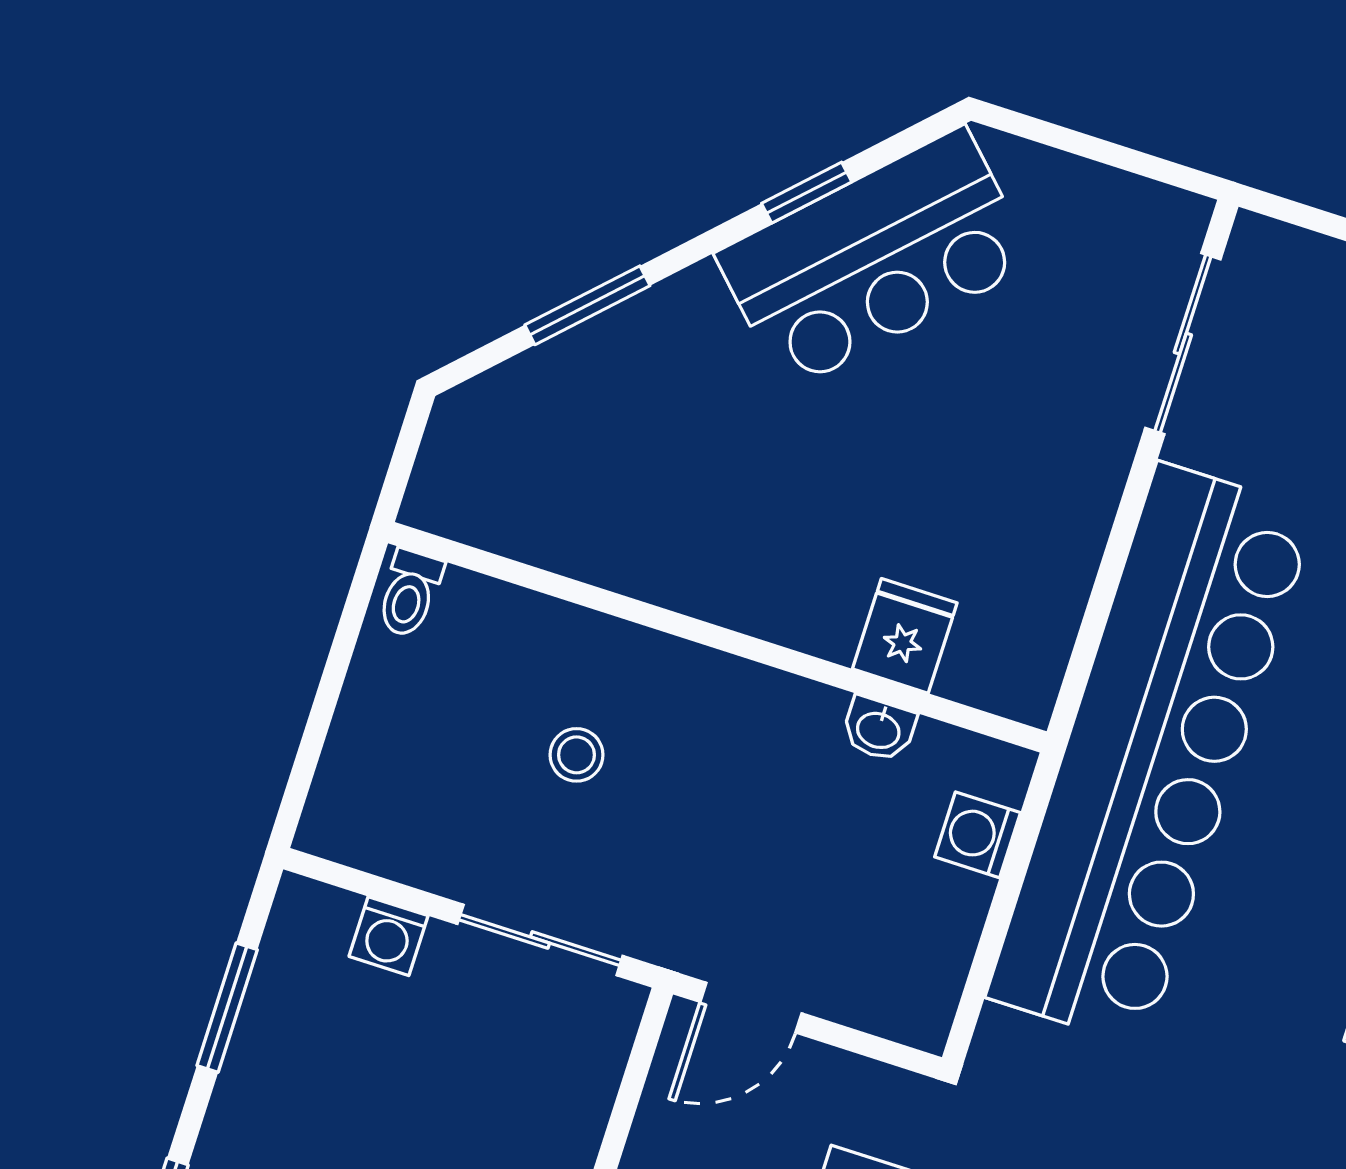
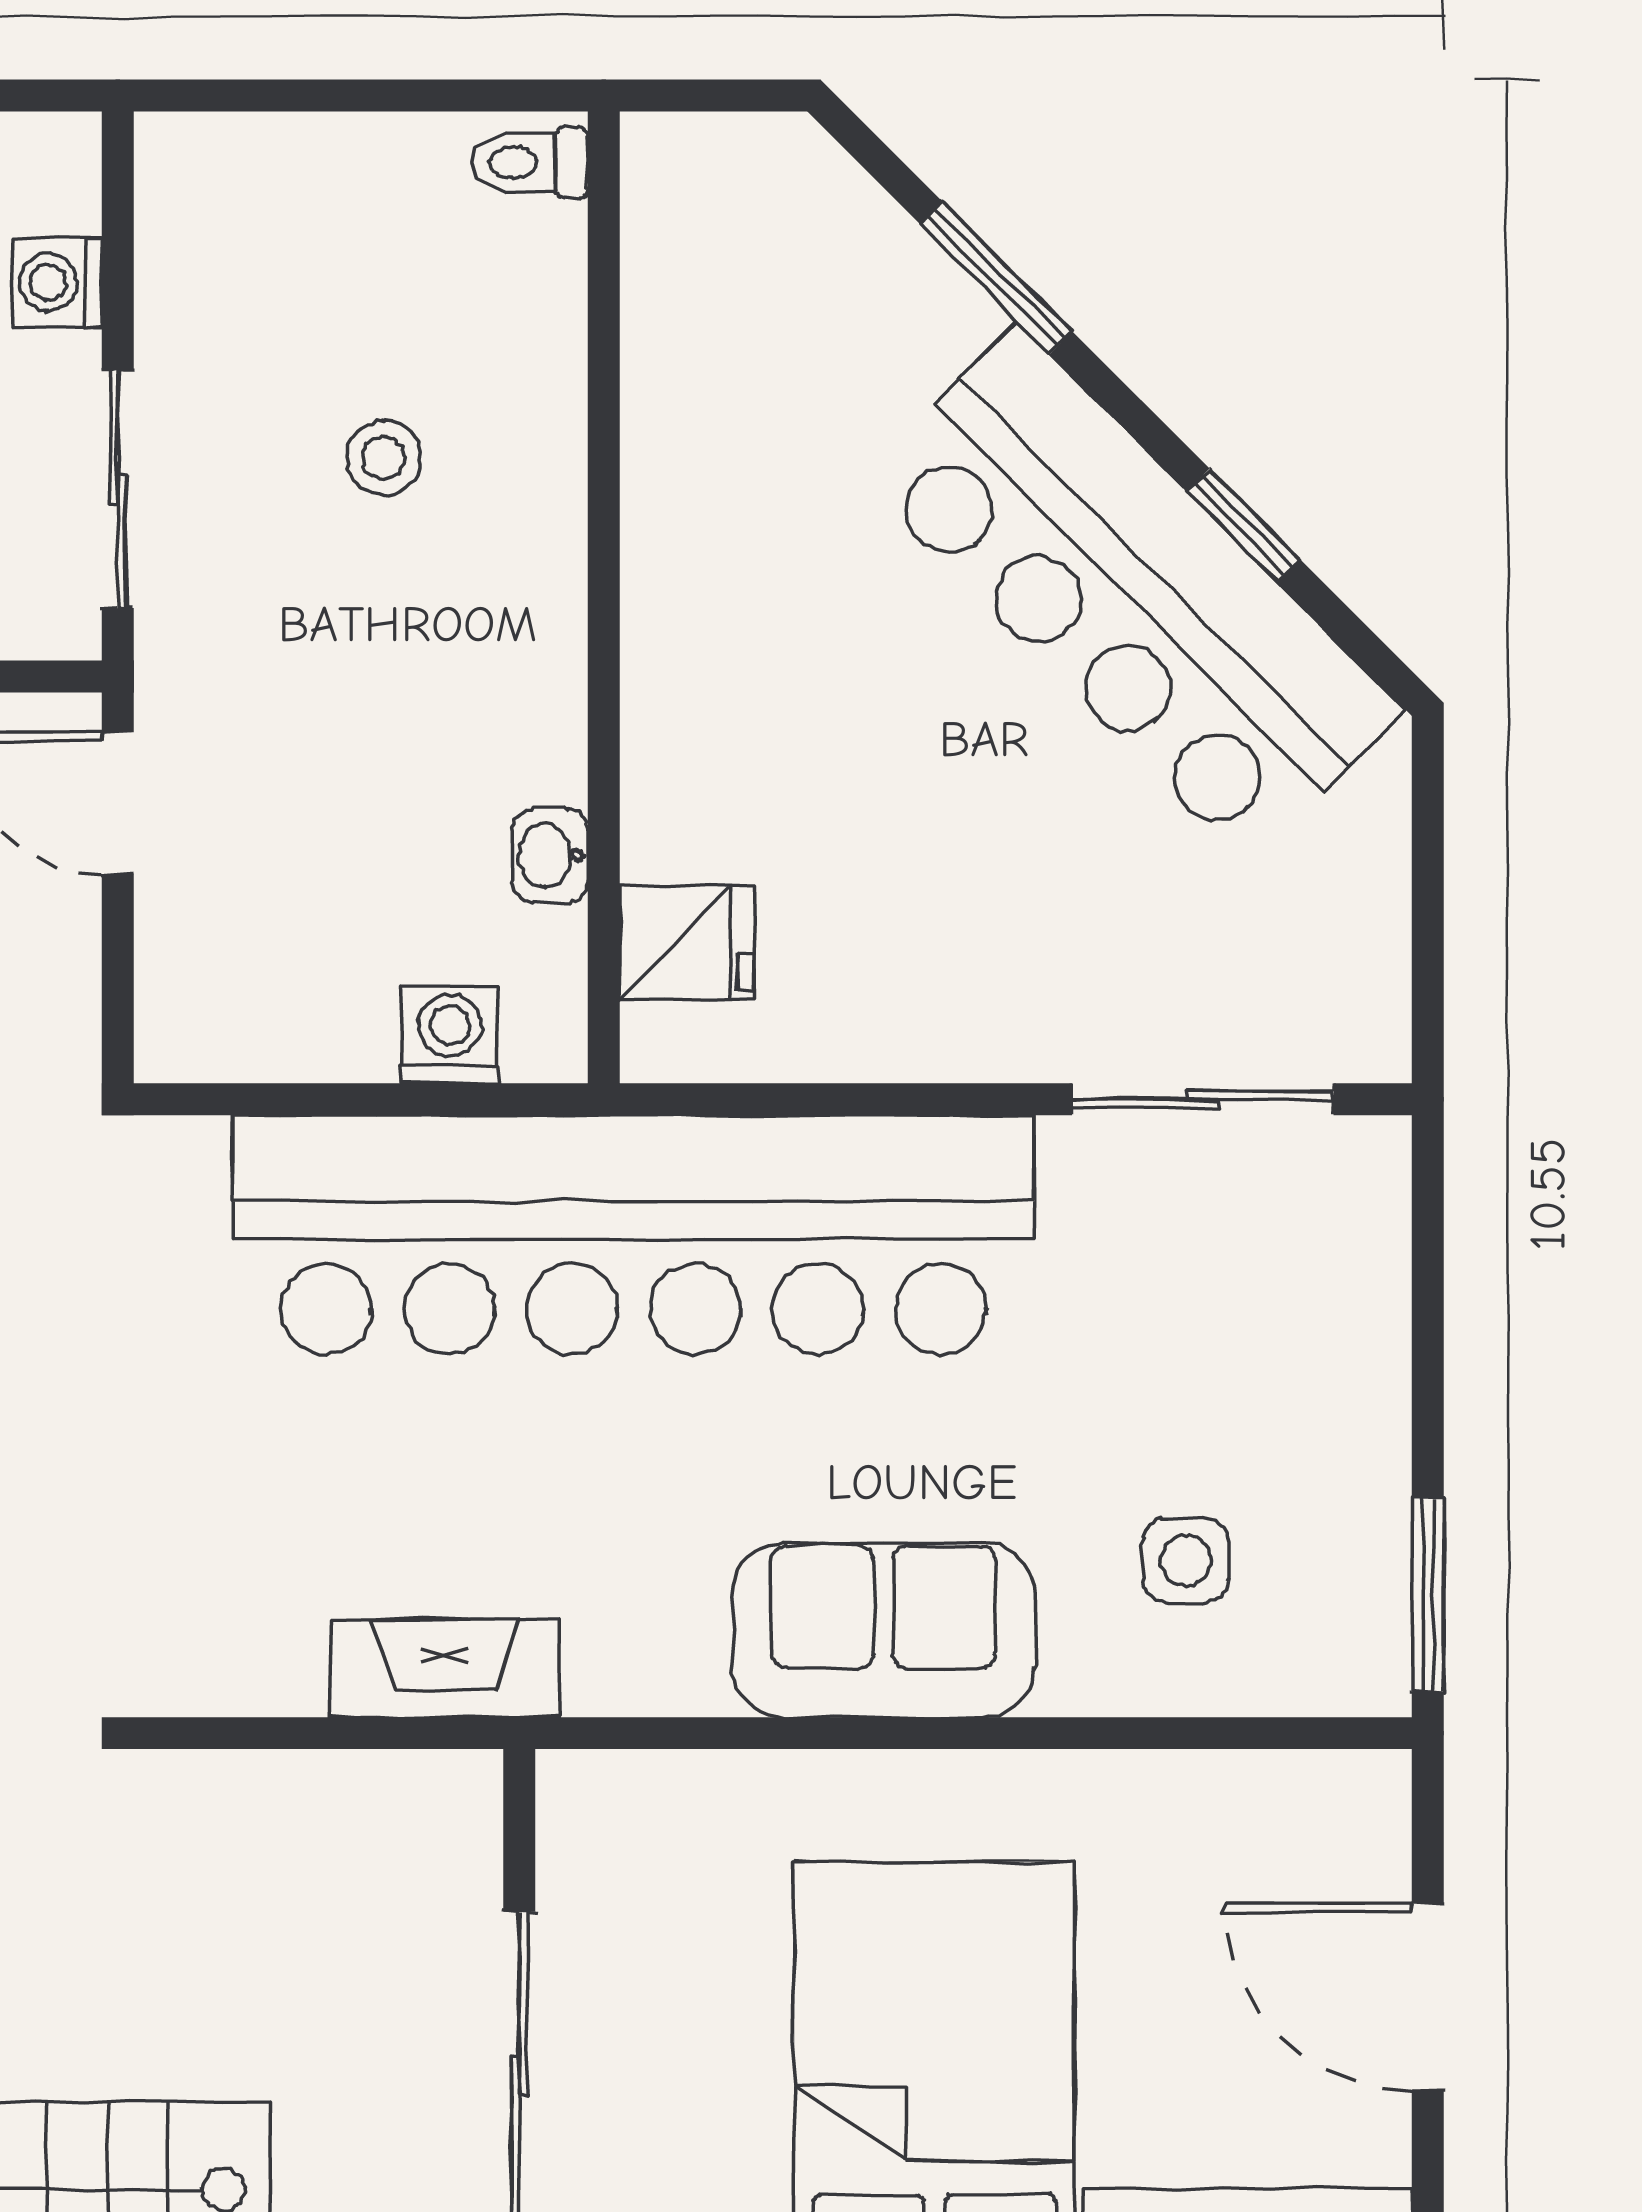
bar counter: (875, 259) -> (1132, 594), width x1.36
fridge: (905, 636) -> (687, 942), moved

